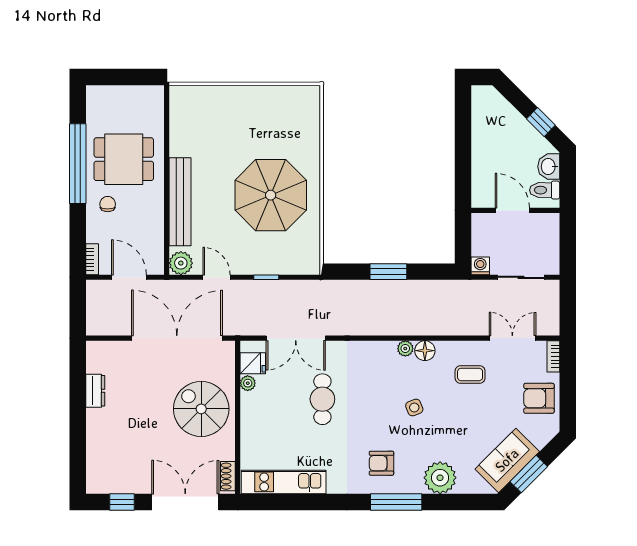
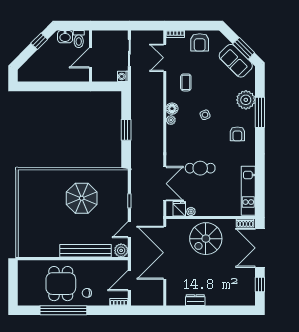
parasol: (271, 195) -> (82, 198), width x0.73, depth x0.73
window: (396, 502) -> (260, 112), moved

